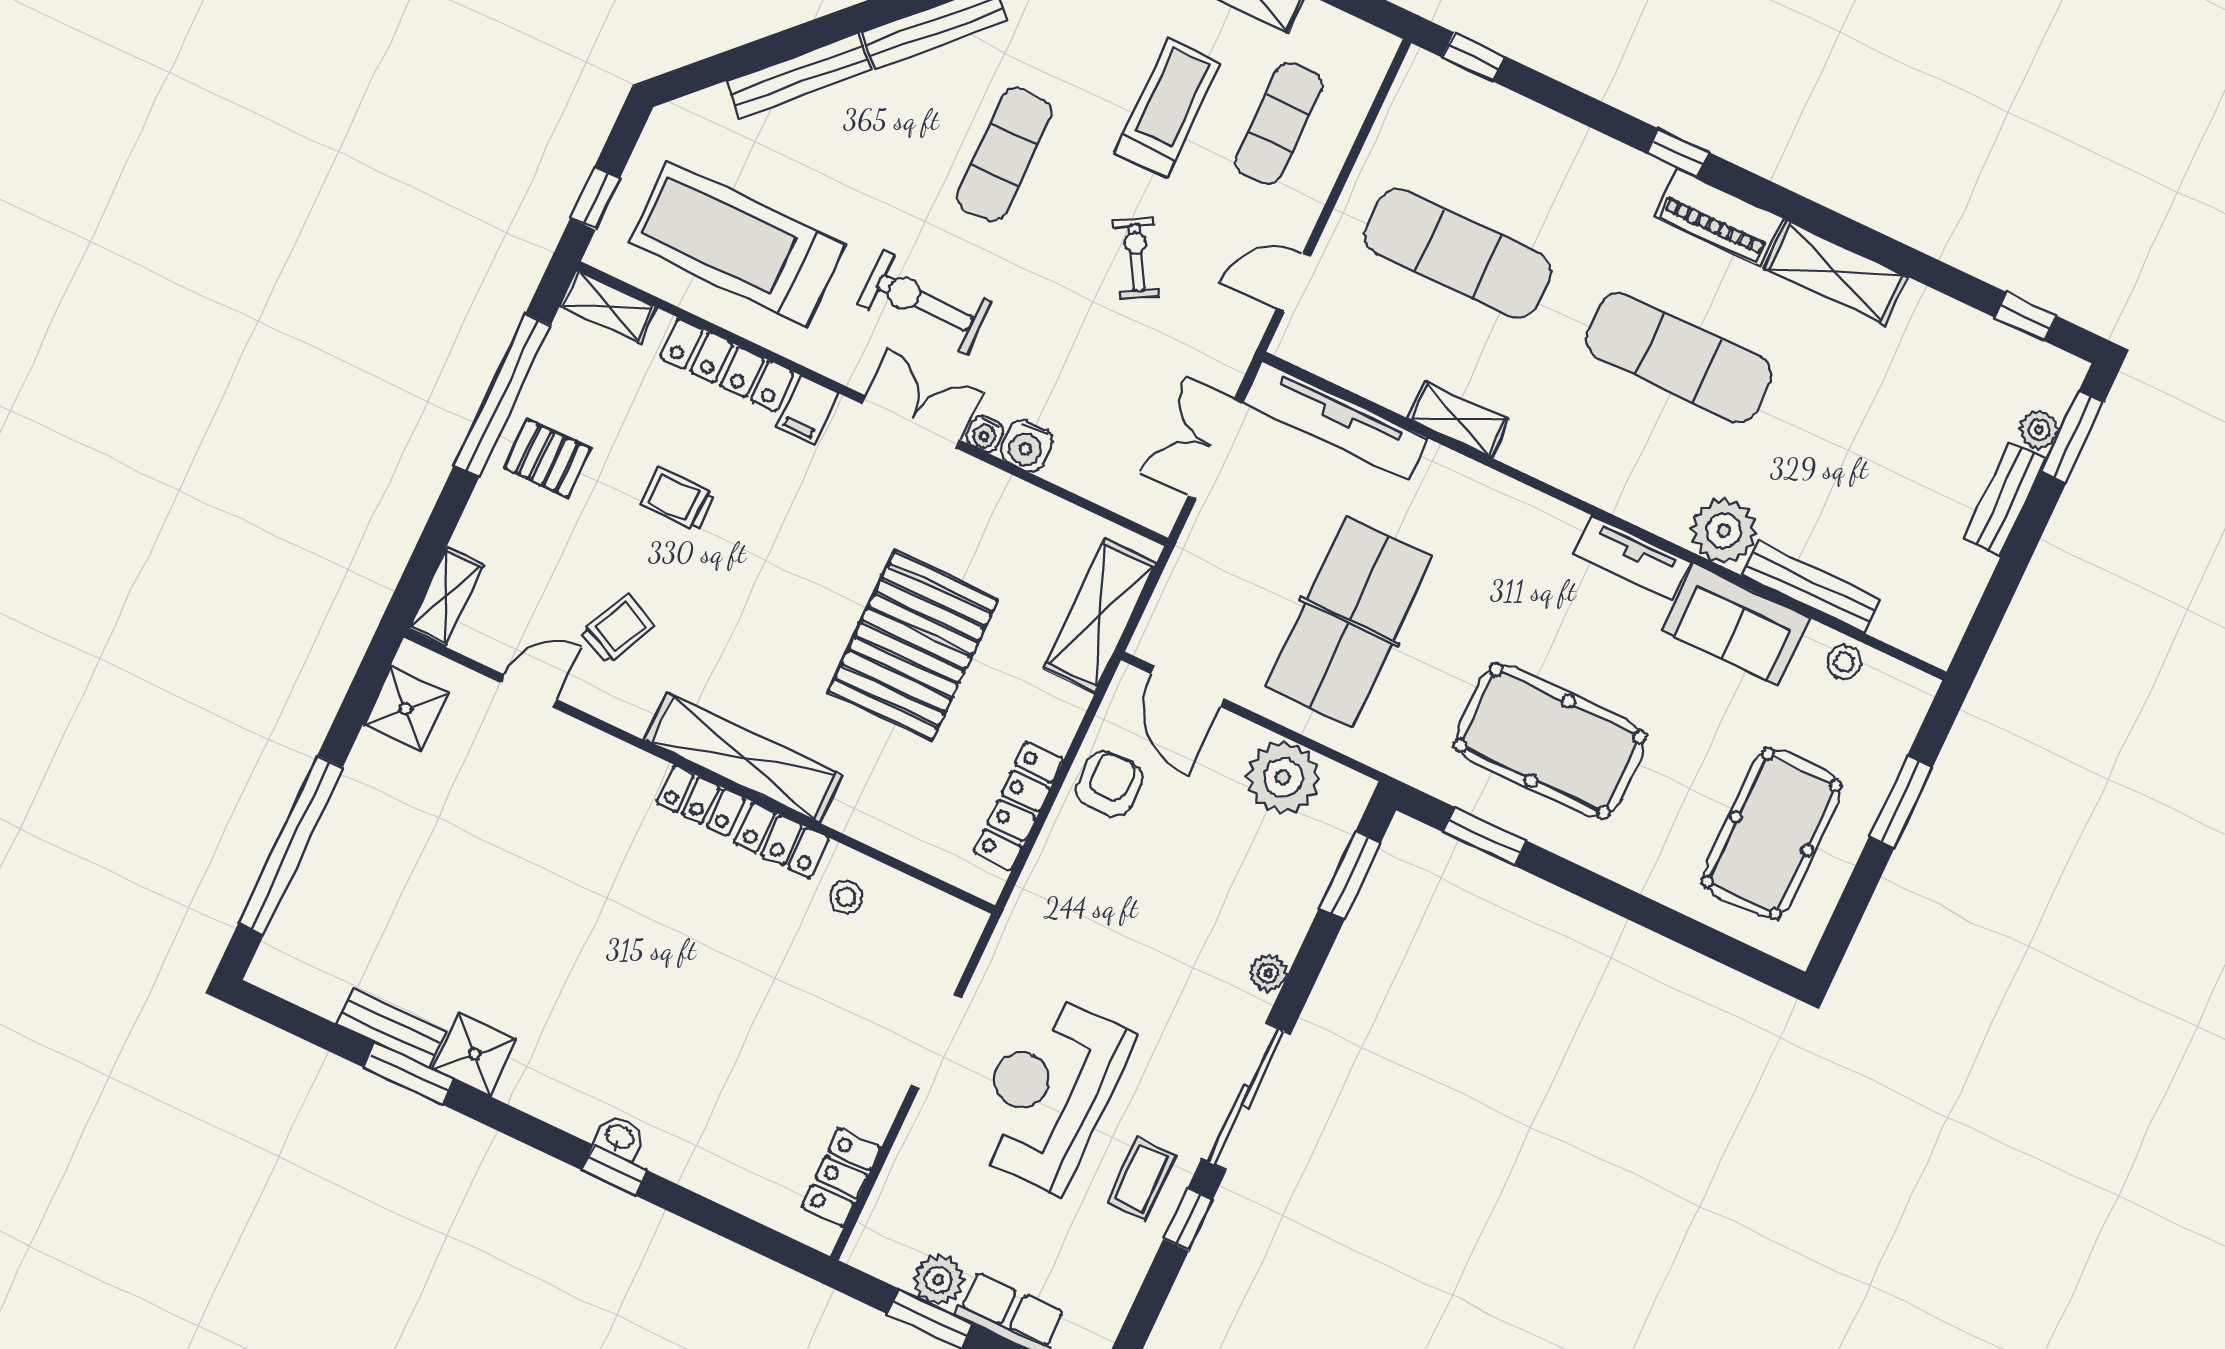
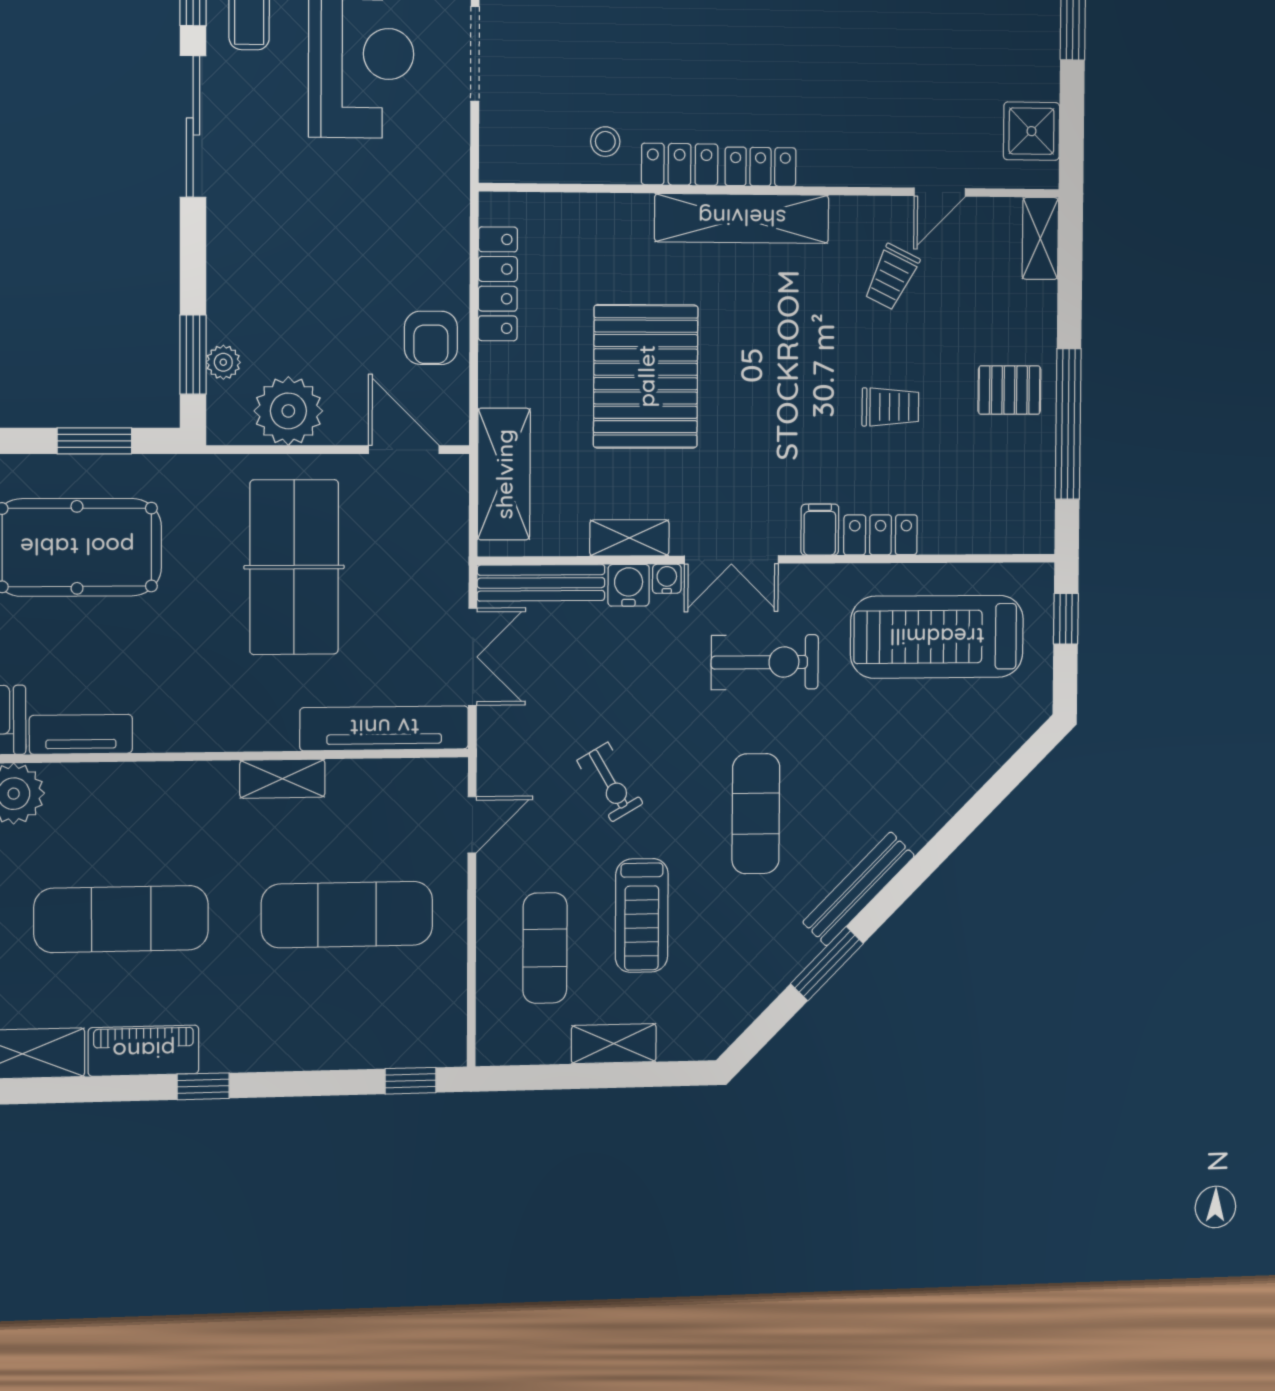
bench: (799, 76) -> (541, 583), moved, turned 45
treadmill: (737, 244) -> (937, 637), turned 180
shelving: (608, 307) -> (629, 538), moved
locker: (727, 365) -> (880, 535), width x0.66
plant: (1268, 973) -> (223, 362), moved

